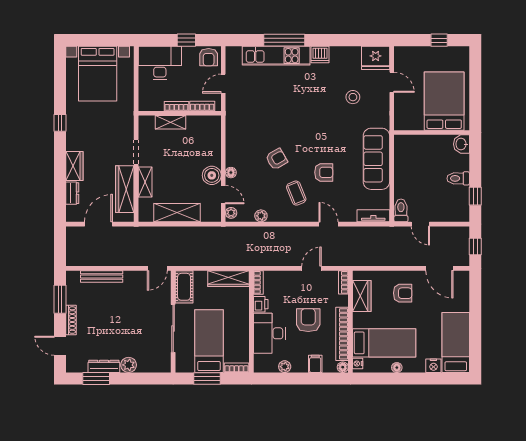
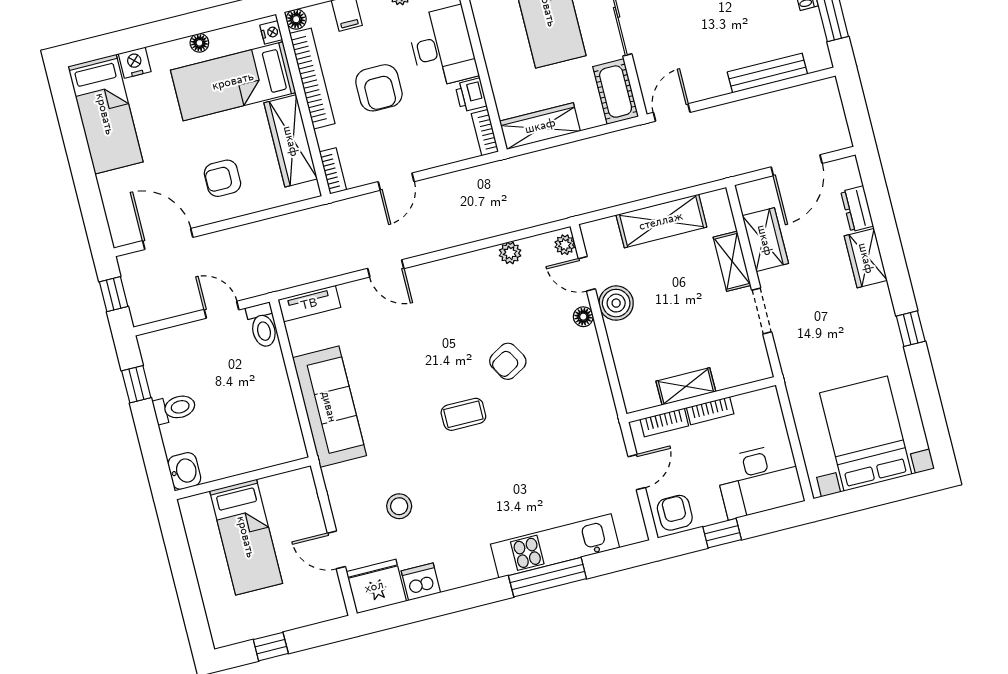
dishwasher: (320, 54) -> (421, 582), moved
bed: (444, 101) -> (246, 537), width x0.67
shelving: (171, 122) -> (686, 386), moved
armchair: (324, 172) -> (418, 359), removed
wardrobe: (125, 189) -> (765, 240), width x0.67
coffee table: (296, 193) -> (463, 414), moved, turned -68
wardrobe: (362, 296) -> (291, 141), width x1.50

